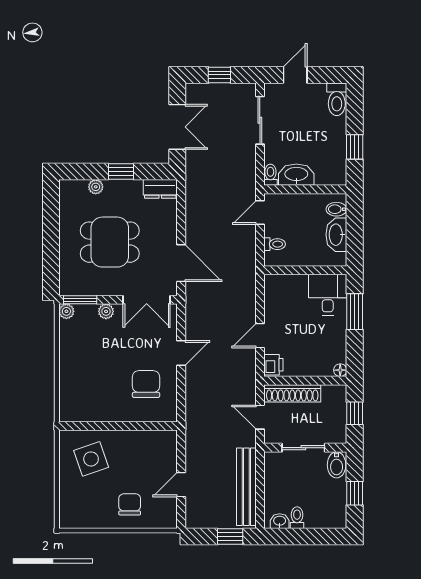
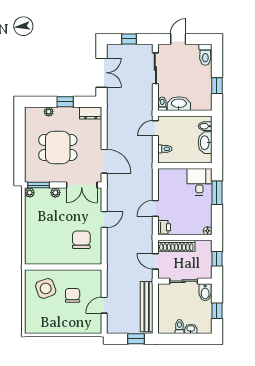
chair: (130, 504) -> (73, 295), moved
washbasin: (280, 521) -> (191, 329), moved

